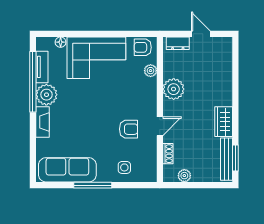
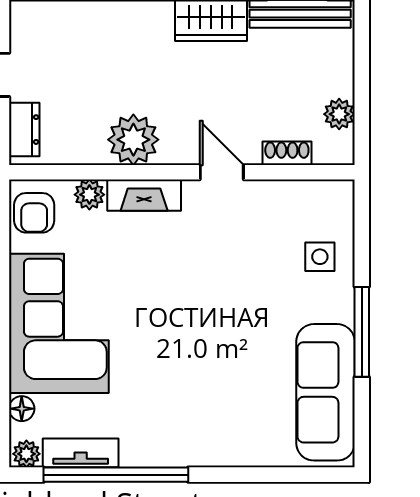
plant: (46, 95) -> (26, 454), moved, width x0.53, depth x0.53
fireplace: (42, 122) -> (144, 195), moved, turned 180
armchair: (129, 129) -> (229, 247), removed

